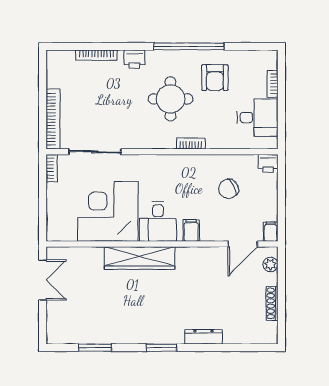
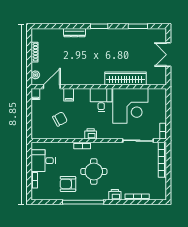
armchair: (215, 78) -> (68, 184), turned -90
printer: (268, 163) -> (91, 134), moved
filing cabinet: (191, 230) -> (69, 95), moved
wardrobe: (140, 258) -> (126, 79), moved
double door: (43, 280) -> (168, 55), moved

